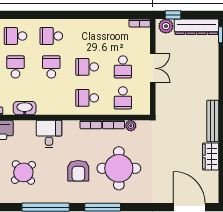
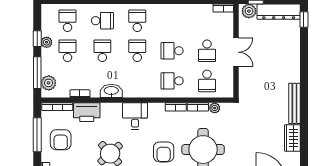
school desk: (15, 36) -> (102, 21), turned 180
school desk: (51, 36) -> (137, 21), turned 90

